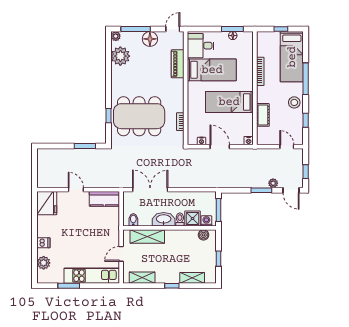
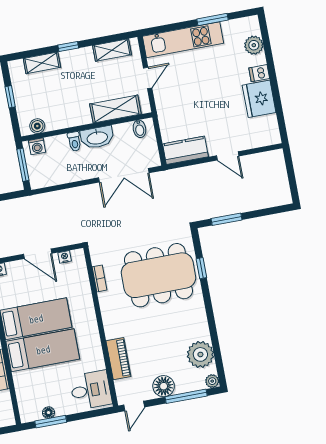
bed: (212, 70) -> (43, 350), moved, turned 180
fridge: (47, 203) -> (259, 99), moved
shower: (193, 218) -> (57, 146), removed

